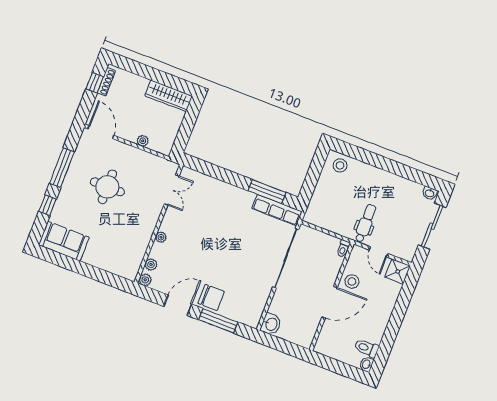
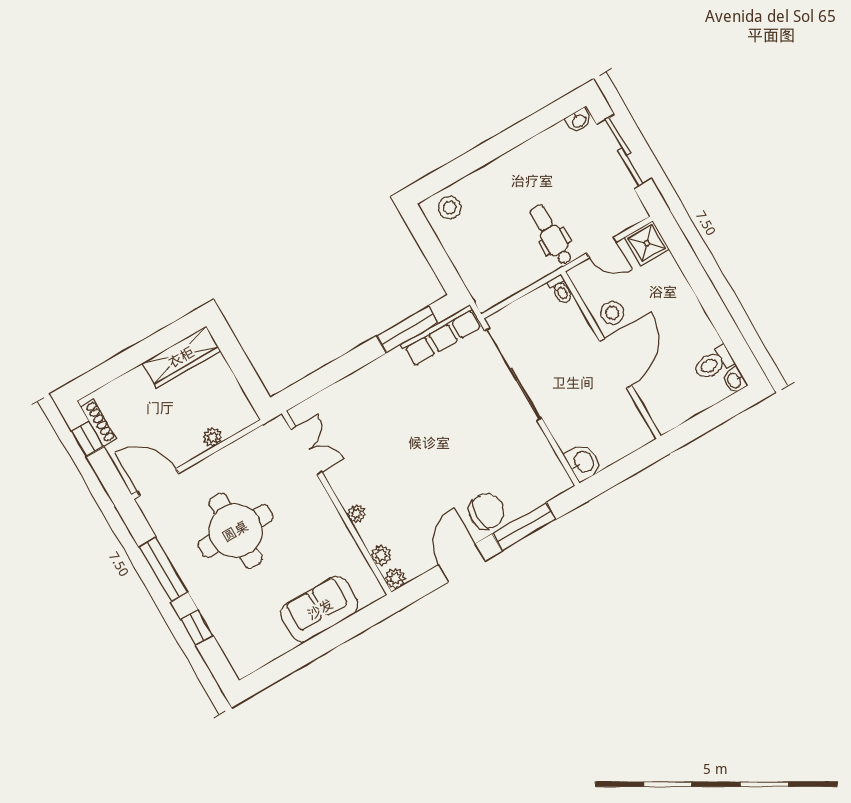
round table: (107, 187) -> (235, 531), width x1.36, depth x1.36
sofa: (64, 241) -> (320, 609), moved

